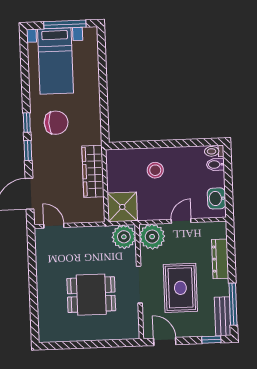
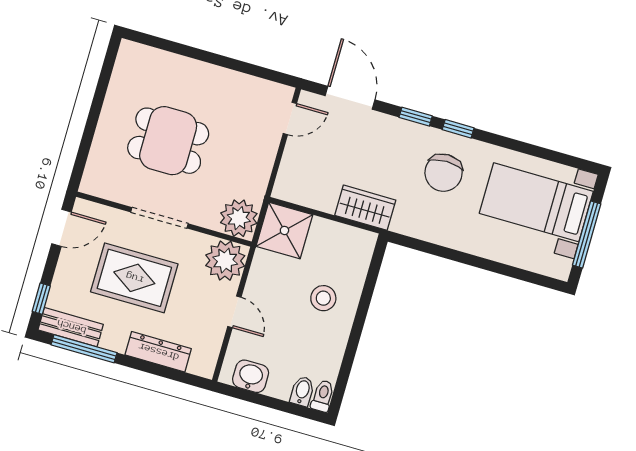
wardrobe: (93, 171) -> (365, 208), width x0.67
dining table: (91, 295) -> (168, 141), turned 90

